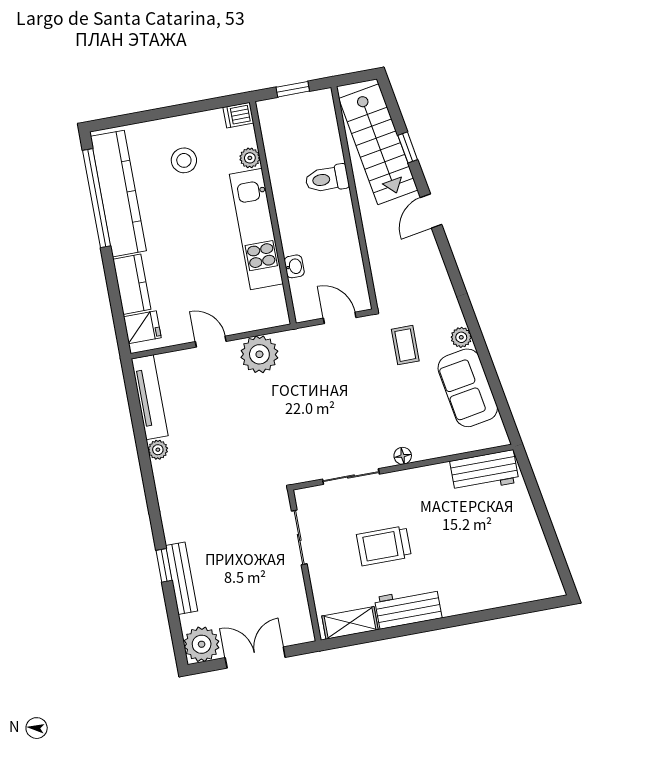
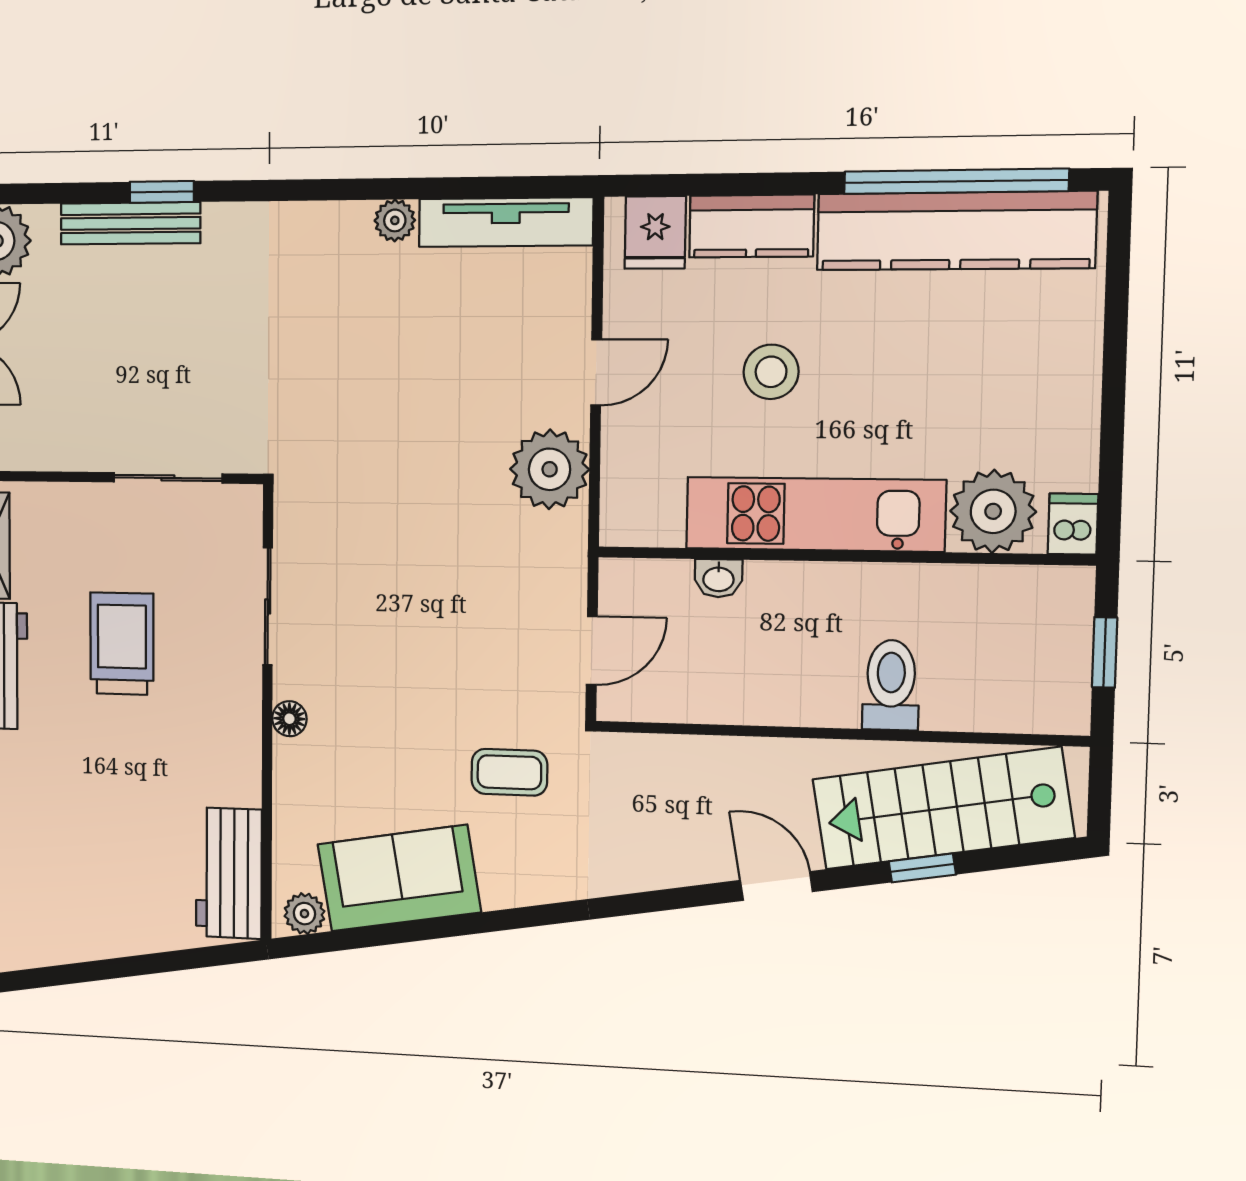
plant: (250, 158) -> (993, 511), width x1.88, depth x1.88
stool: (184, 160) -> (771, 372), moved
plant: (461, 337) -> (304, 914), moved

